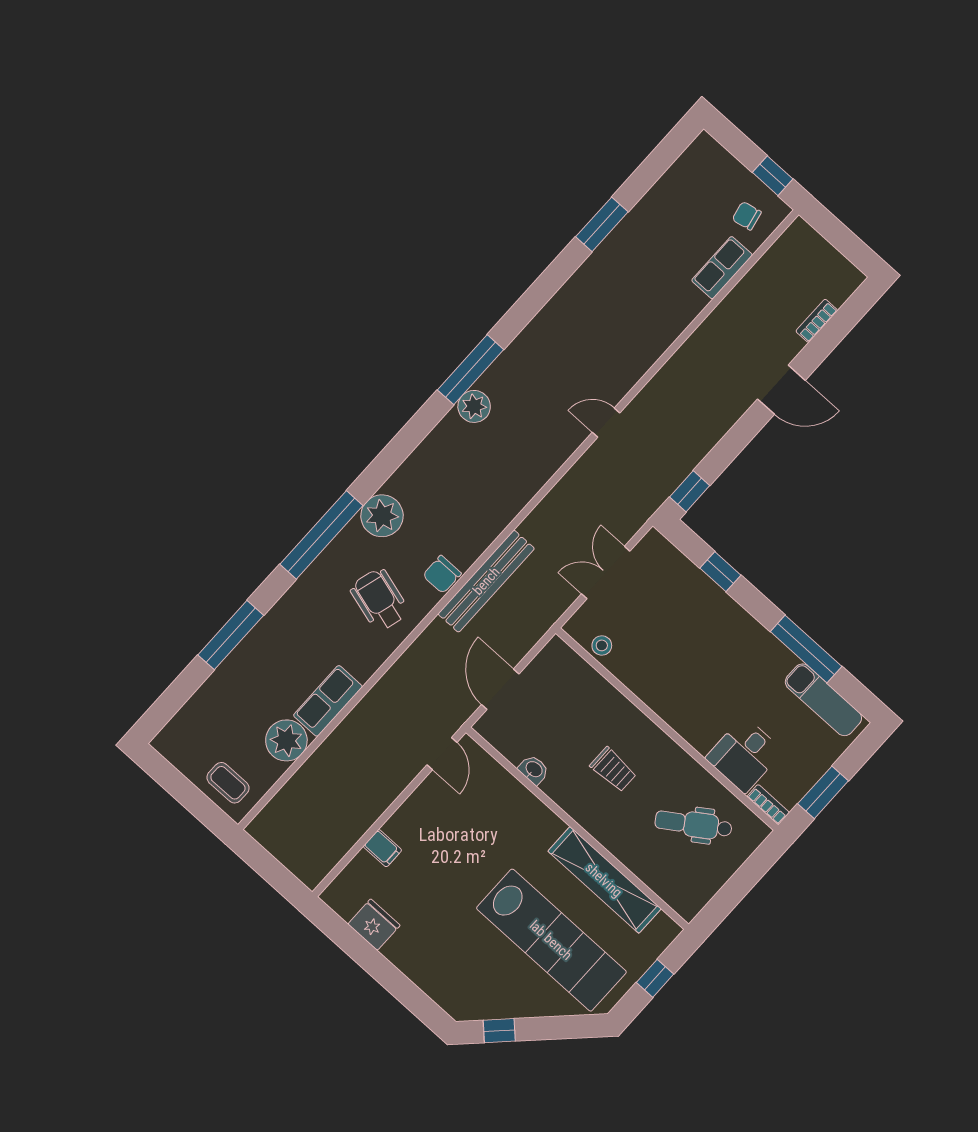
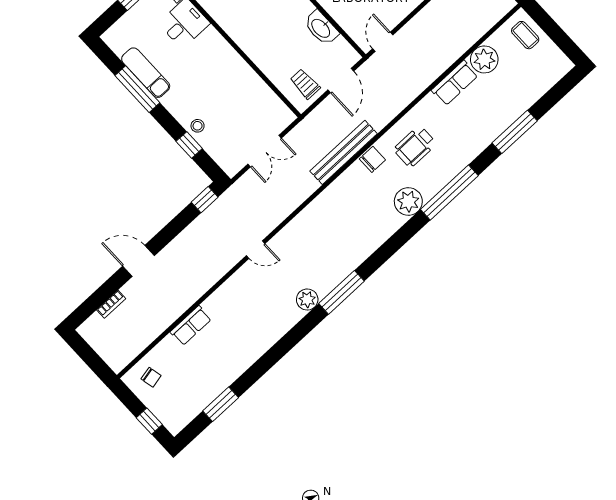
window: (773, 176) -> (149, 421), moved
window: (602, 224) -> (221, 404), moved
row of seats: (722, 268) -> (191, 326), moved
plant: (474, 406) -> (307, 300), moved
wheelchair: (379, 600) -> (415, 147), turned 74
stool: (602, 645) -> (198, 126), moved
exam couch: (823, 700) -> (146, 73), moved
washbasin: (534, 770) -> (321, 28), width x1.91, depth x1.45
trolley: (613, 770) -> (305, 84), moved

